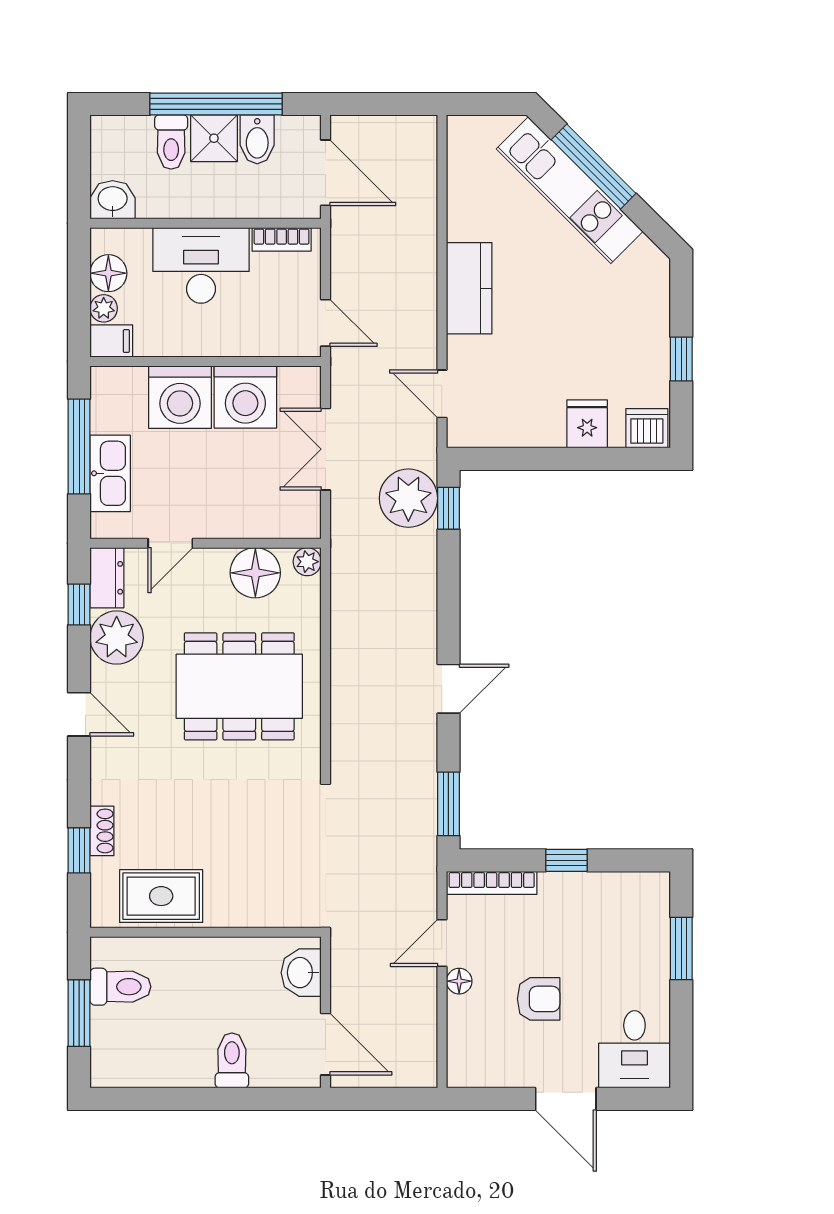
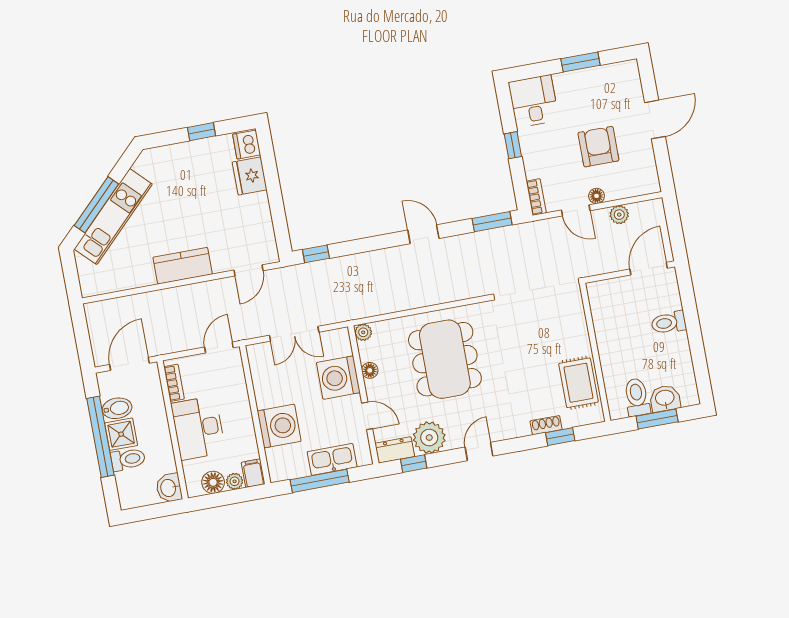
washing machine: (245, 397) -> (338, 378), moved, turned 180
fridge: (587, 424) -> (250, 176), width x1.38
plant: (408, 498) -> (619, 215), moved, width x0.53, depth x0.53
floor lamp: (255, 573) -> (370, 370), width x0.53, depth x0.53
bookcase: (492, 883) -> (536, 197), width x0.64
window: (681, 948) -> (580, 62), moved
washbasin: (301, 973) -> (665, 398), moved, turned 180
armchair: (539, 999) -> (598, 147), width x1.38, depth x1.38
desk: (634, 1049) -> (534, 101), moved, turned -90

